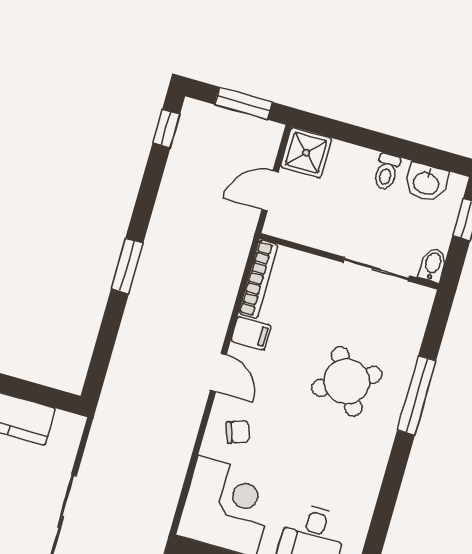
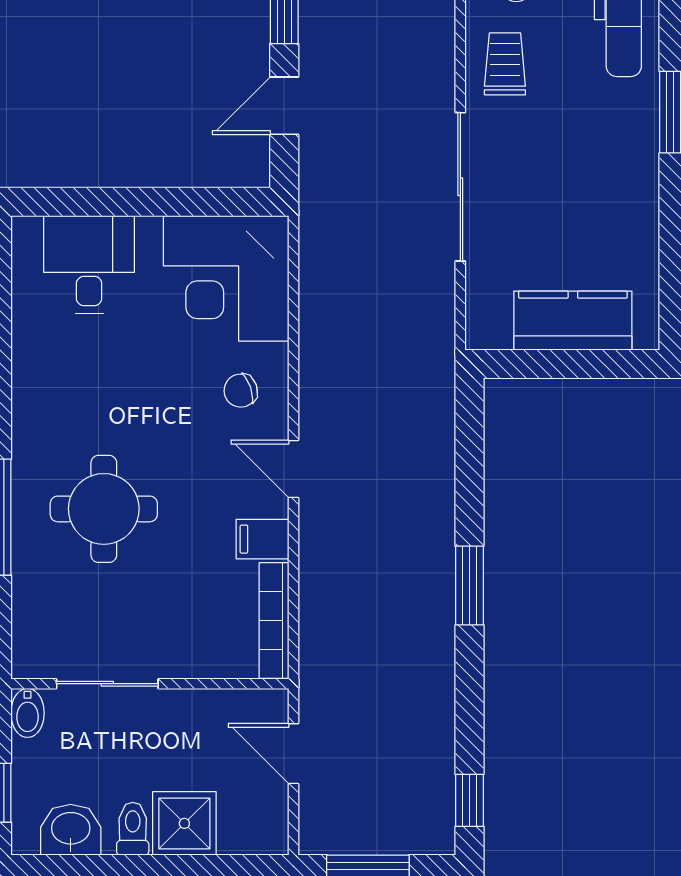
shower: (306, 153) -> (184, 823), moved
door: (270, 191) -> (293, 754), swing flipped
round table: (347, 381) -> (104, 509), turned 30

